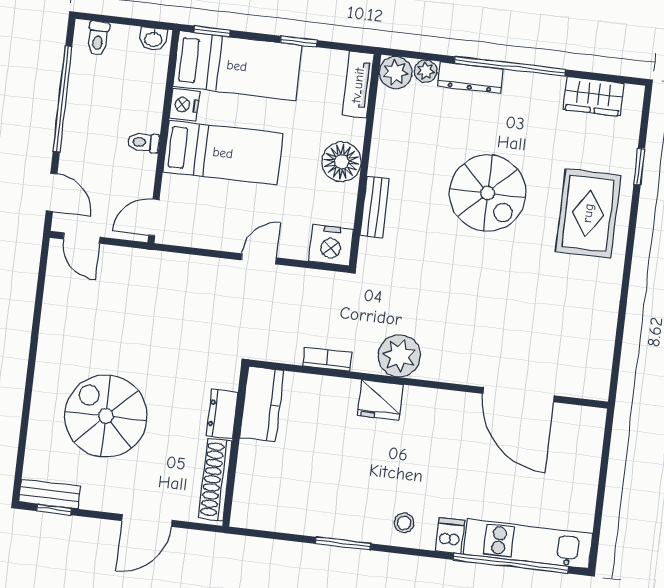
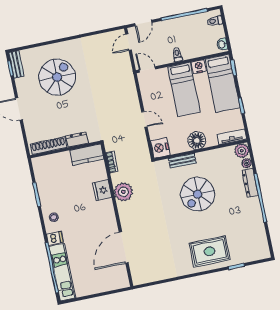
wardrobe: (594, 96) -> (259, 237), removed
spiral stairs: (488, 193) -> (198, 194), moved
kitchen counter: (262, 404) -> (87, 155), moved
dresser: (222, 414) -> (77, 139), moved
wall: (235, 446) -> (65, 149), moved
shoe rack: (215, 480) -> (49, 146), moved

